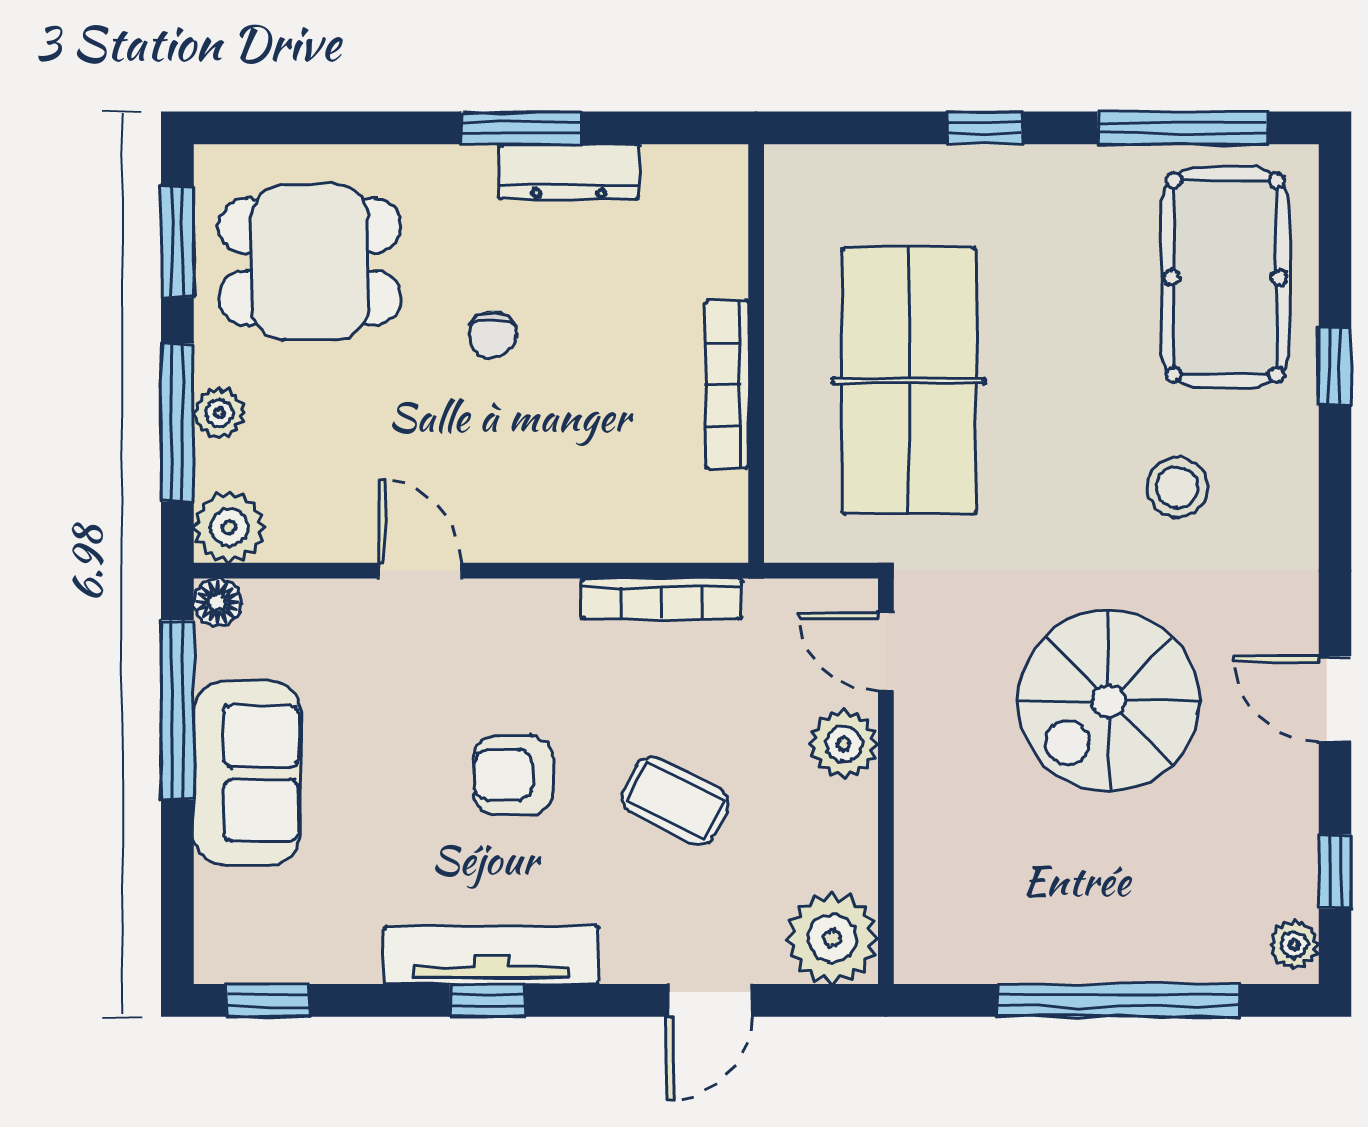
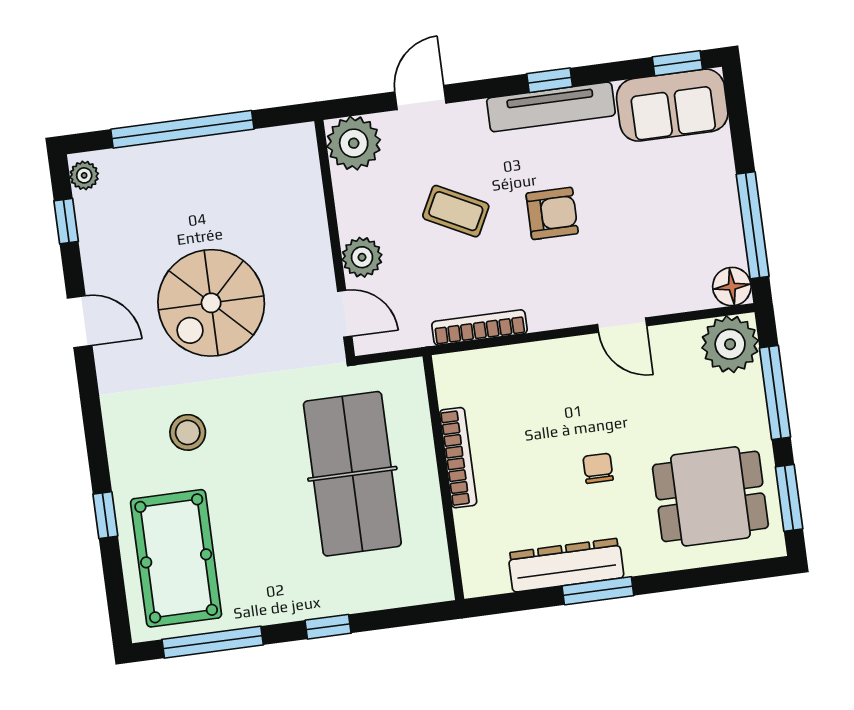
dresser: (569, 172) -> (566, 565), width x1.37, depth x1.24
plant: (219, 413) -> (751, 401), removed
plant: (229, 527) -> (730, 344), width x1.36, depth x1.36
floor lamp: (217, 602) -> (732, 287), width x1.37, depth x1.37
spiral stairs: (1109, 701) -> (211, 303), turned 180
sofa: (247, 773) -> (672, 105), moved, turned -90

